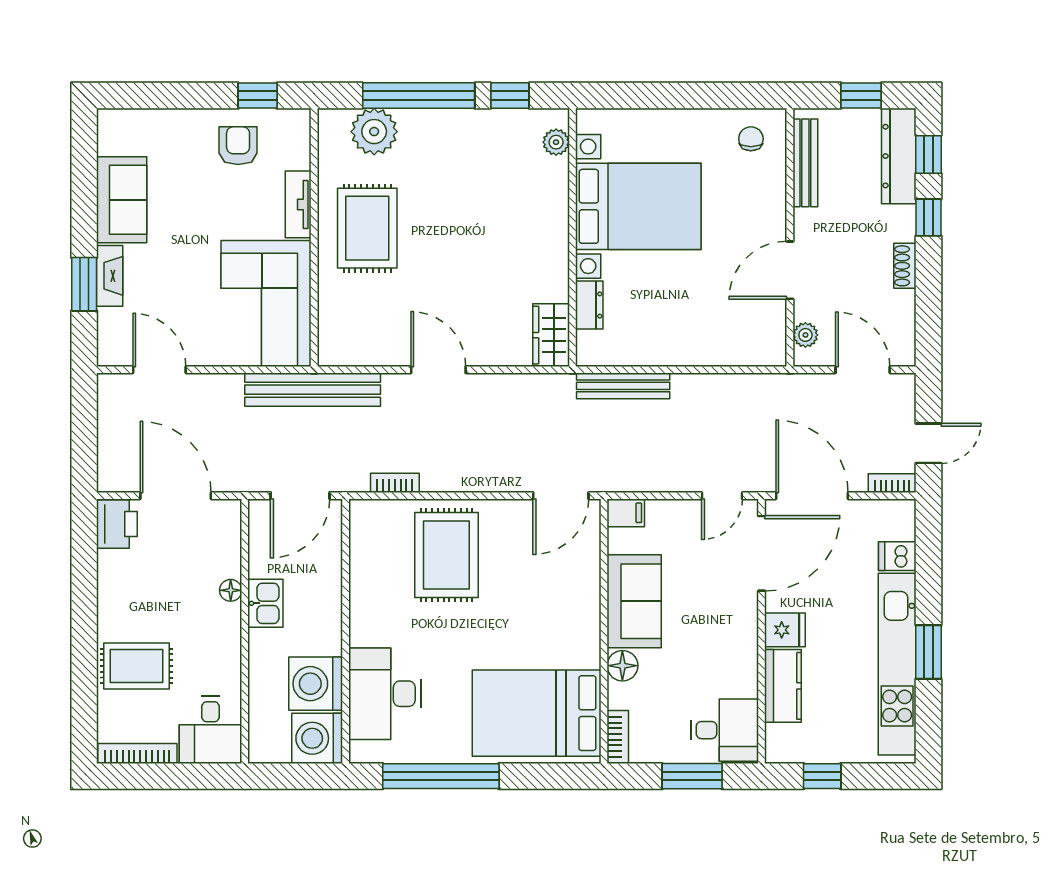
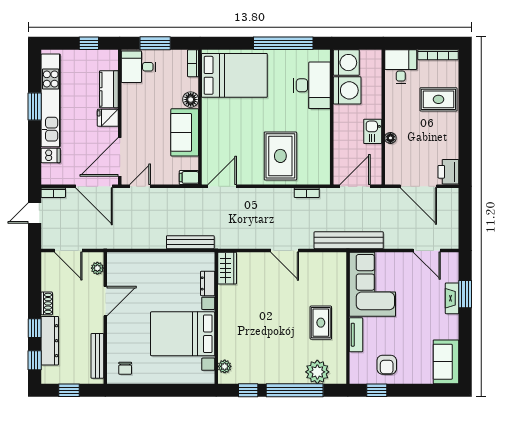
dresser: (899, 156) -> (50, 341), moved
sofa: (122, 200) -> (446, 362), moved
rug: (367, 228) -> (321, 323), width x0.73, depth x0.70

